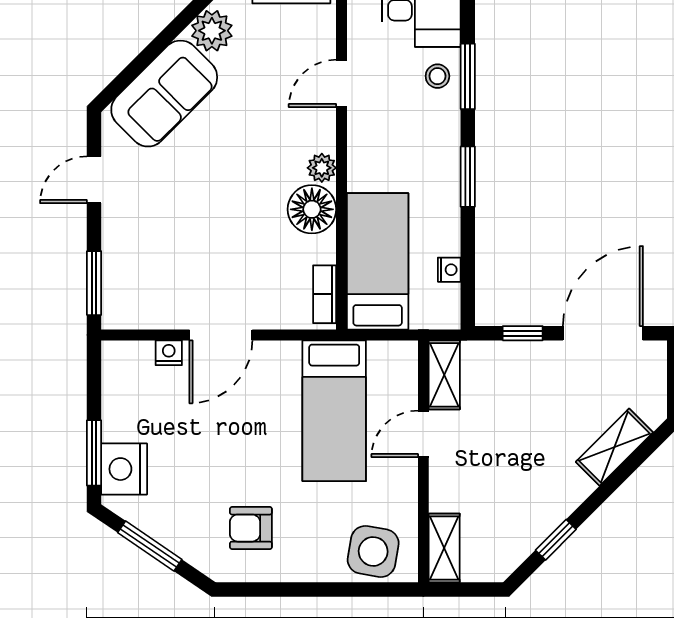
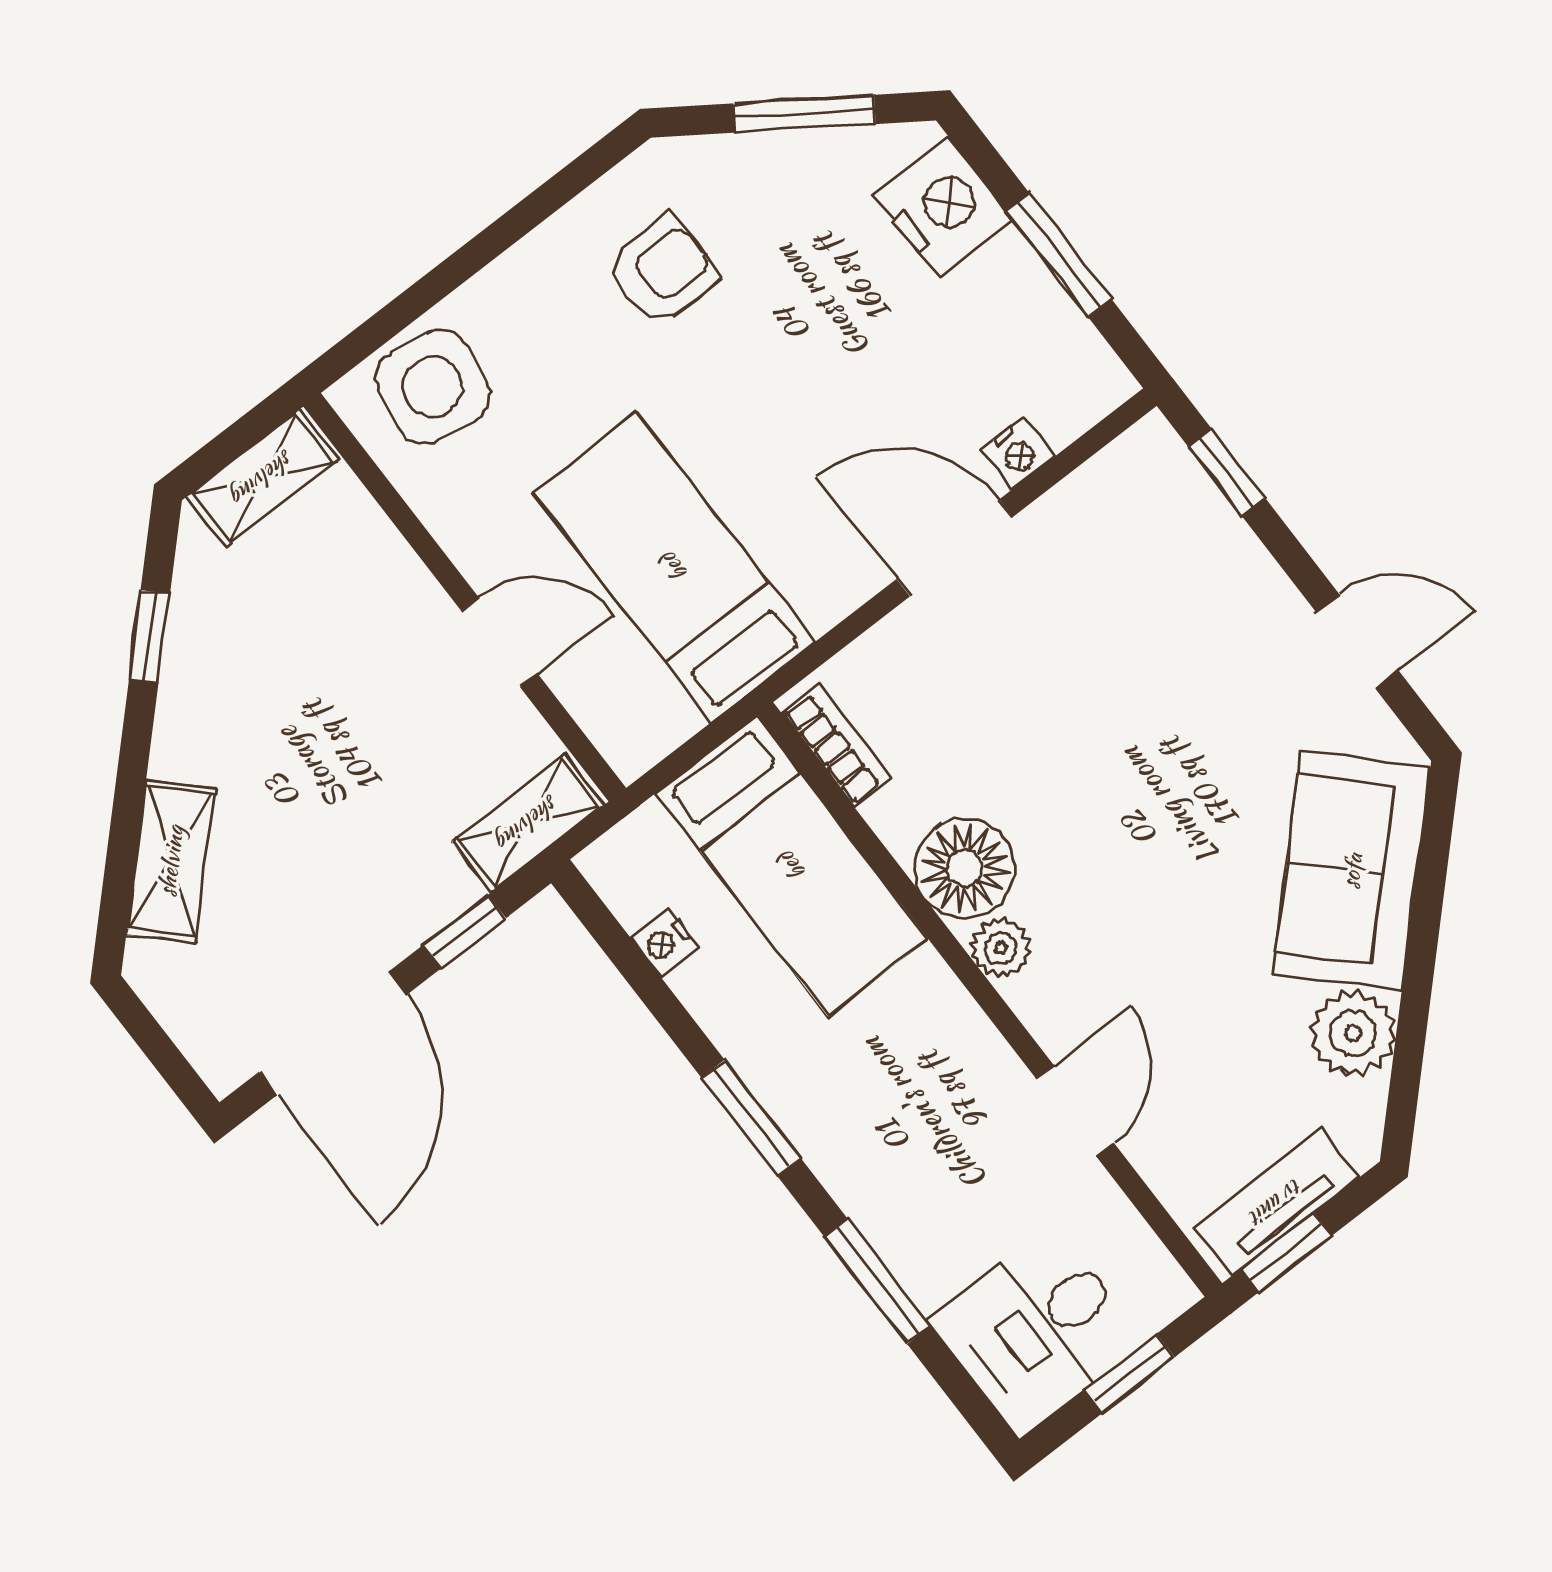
stool: (437, 76) -> (928, 1244), removed
door: (94, 180) -> (1357, 641), hinge flipped
window: (94, 283) -> (1227, 473), width x0.67
door: (221, 335) -> (955, 548), hinge flipped
shelving: (444, 375) -> (528, 823), moved, turned 90
door: (423, 434) -> (499, 642), hinge flipped
window: (94, 453) -> (1059, 255), moved
shelving: (444, 548) -> (263, 478), moved, turned 90

